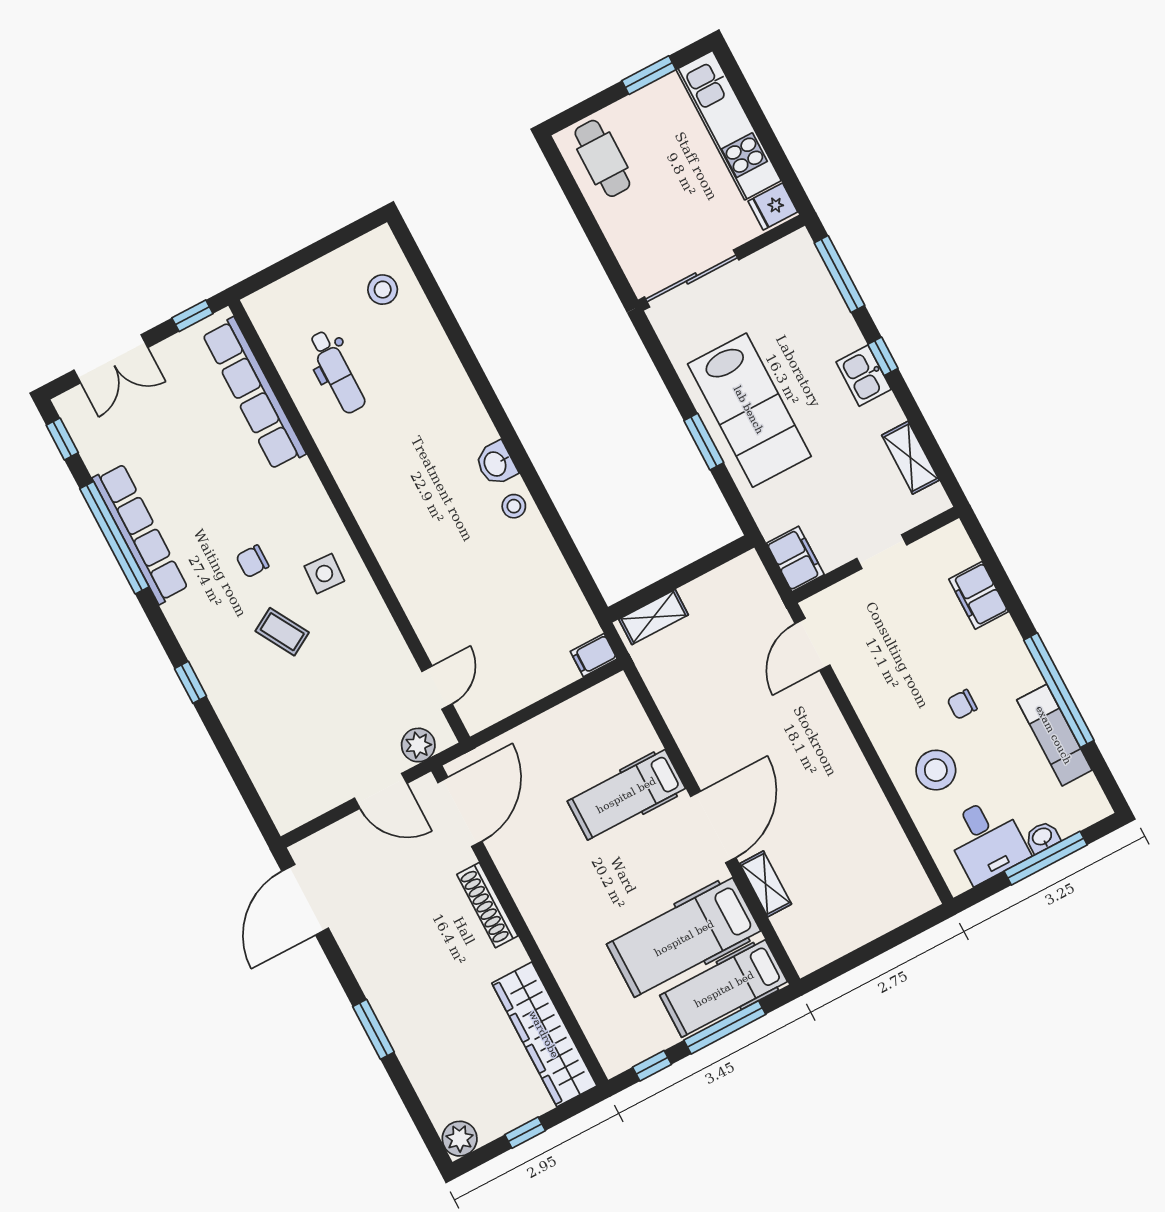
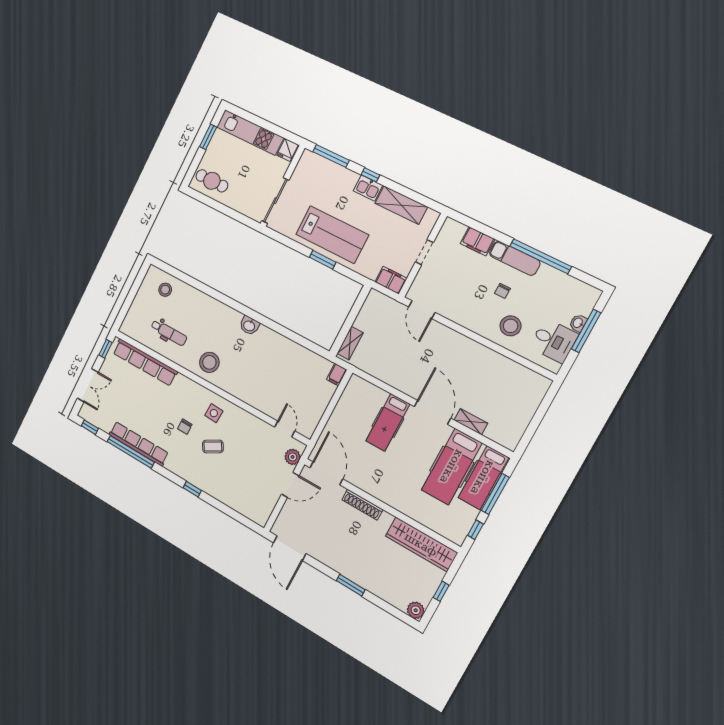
shelving: (910, 458) -> (401, 205), width x1.50, depth x1.33
stool: (514, 506) -> (209, 362), moved, width x1.89, depth x1.89
exam couch: (1054, 735) -> (515, 258), moved

